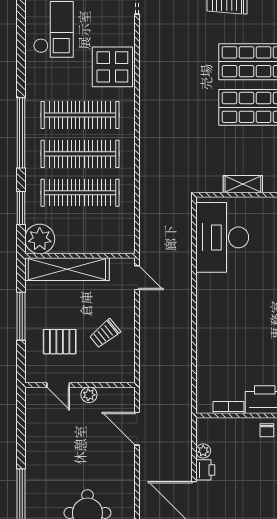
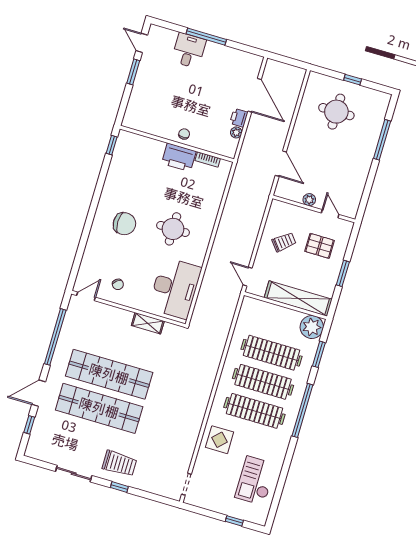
display table: (112, 67) -> (220, 440), width x0.73, depth x0.73
round table: (246, 309) -> (173, 229), added
window: (21, 316) -> (343, 273), width x0.69

